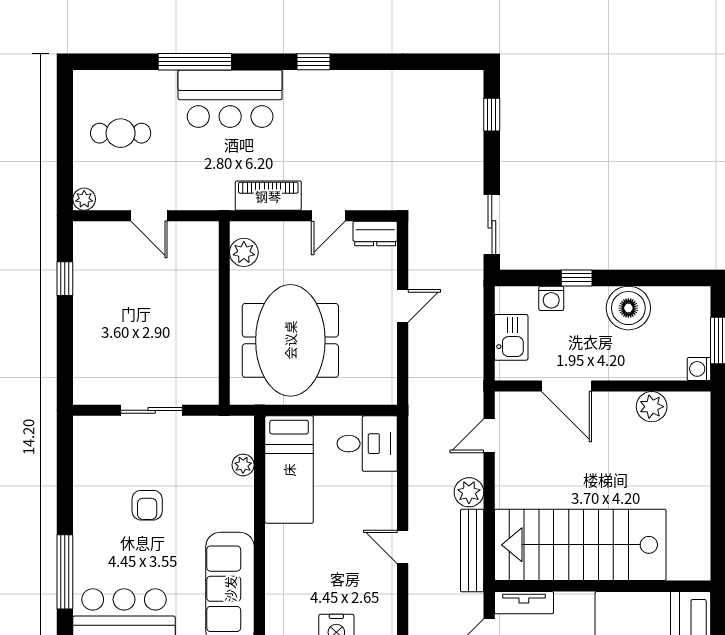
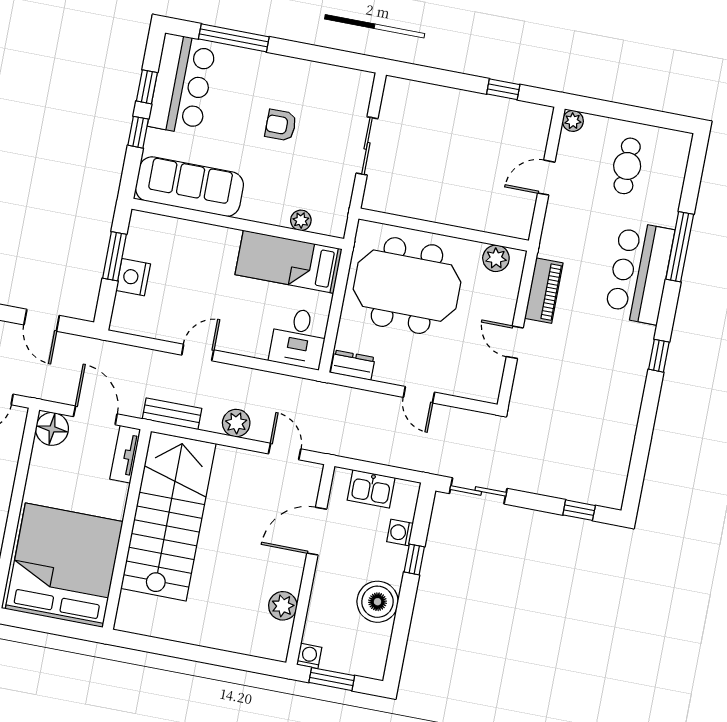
dresser: (375, 234) -> (353, 365), moved, turned 90
bench: (472, 551) -> (172, 414), width x0.73

